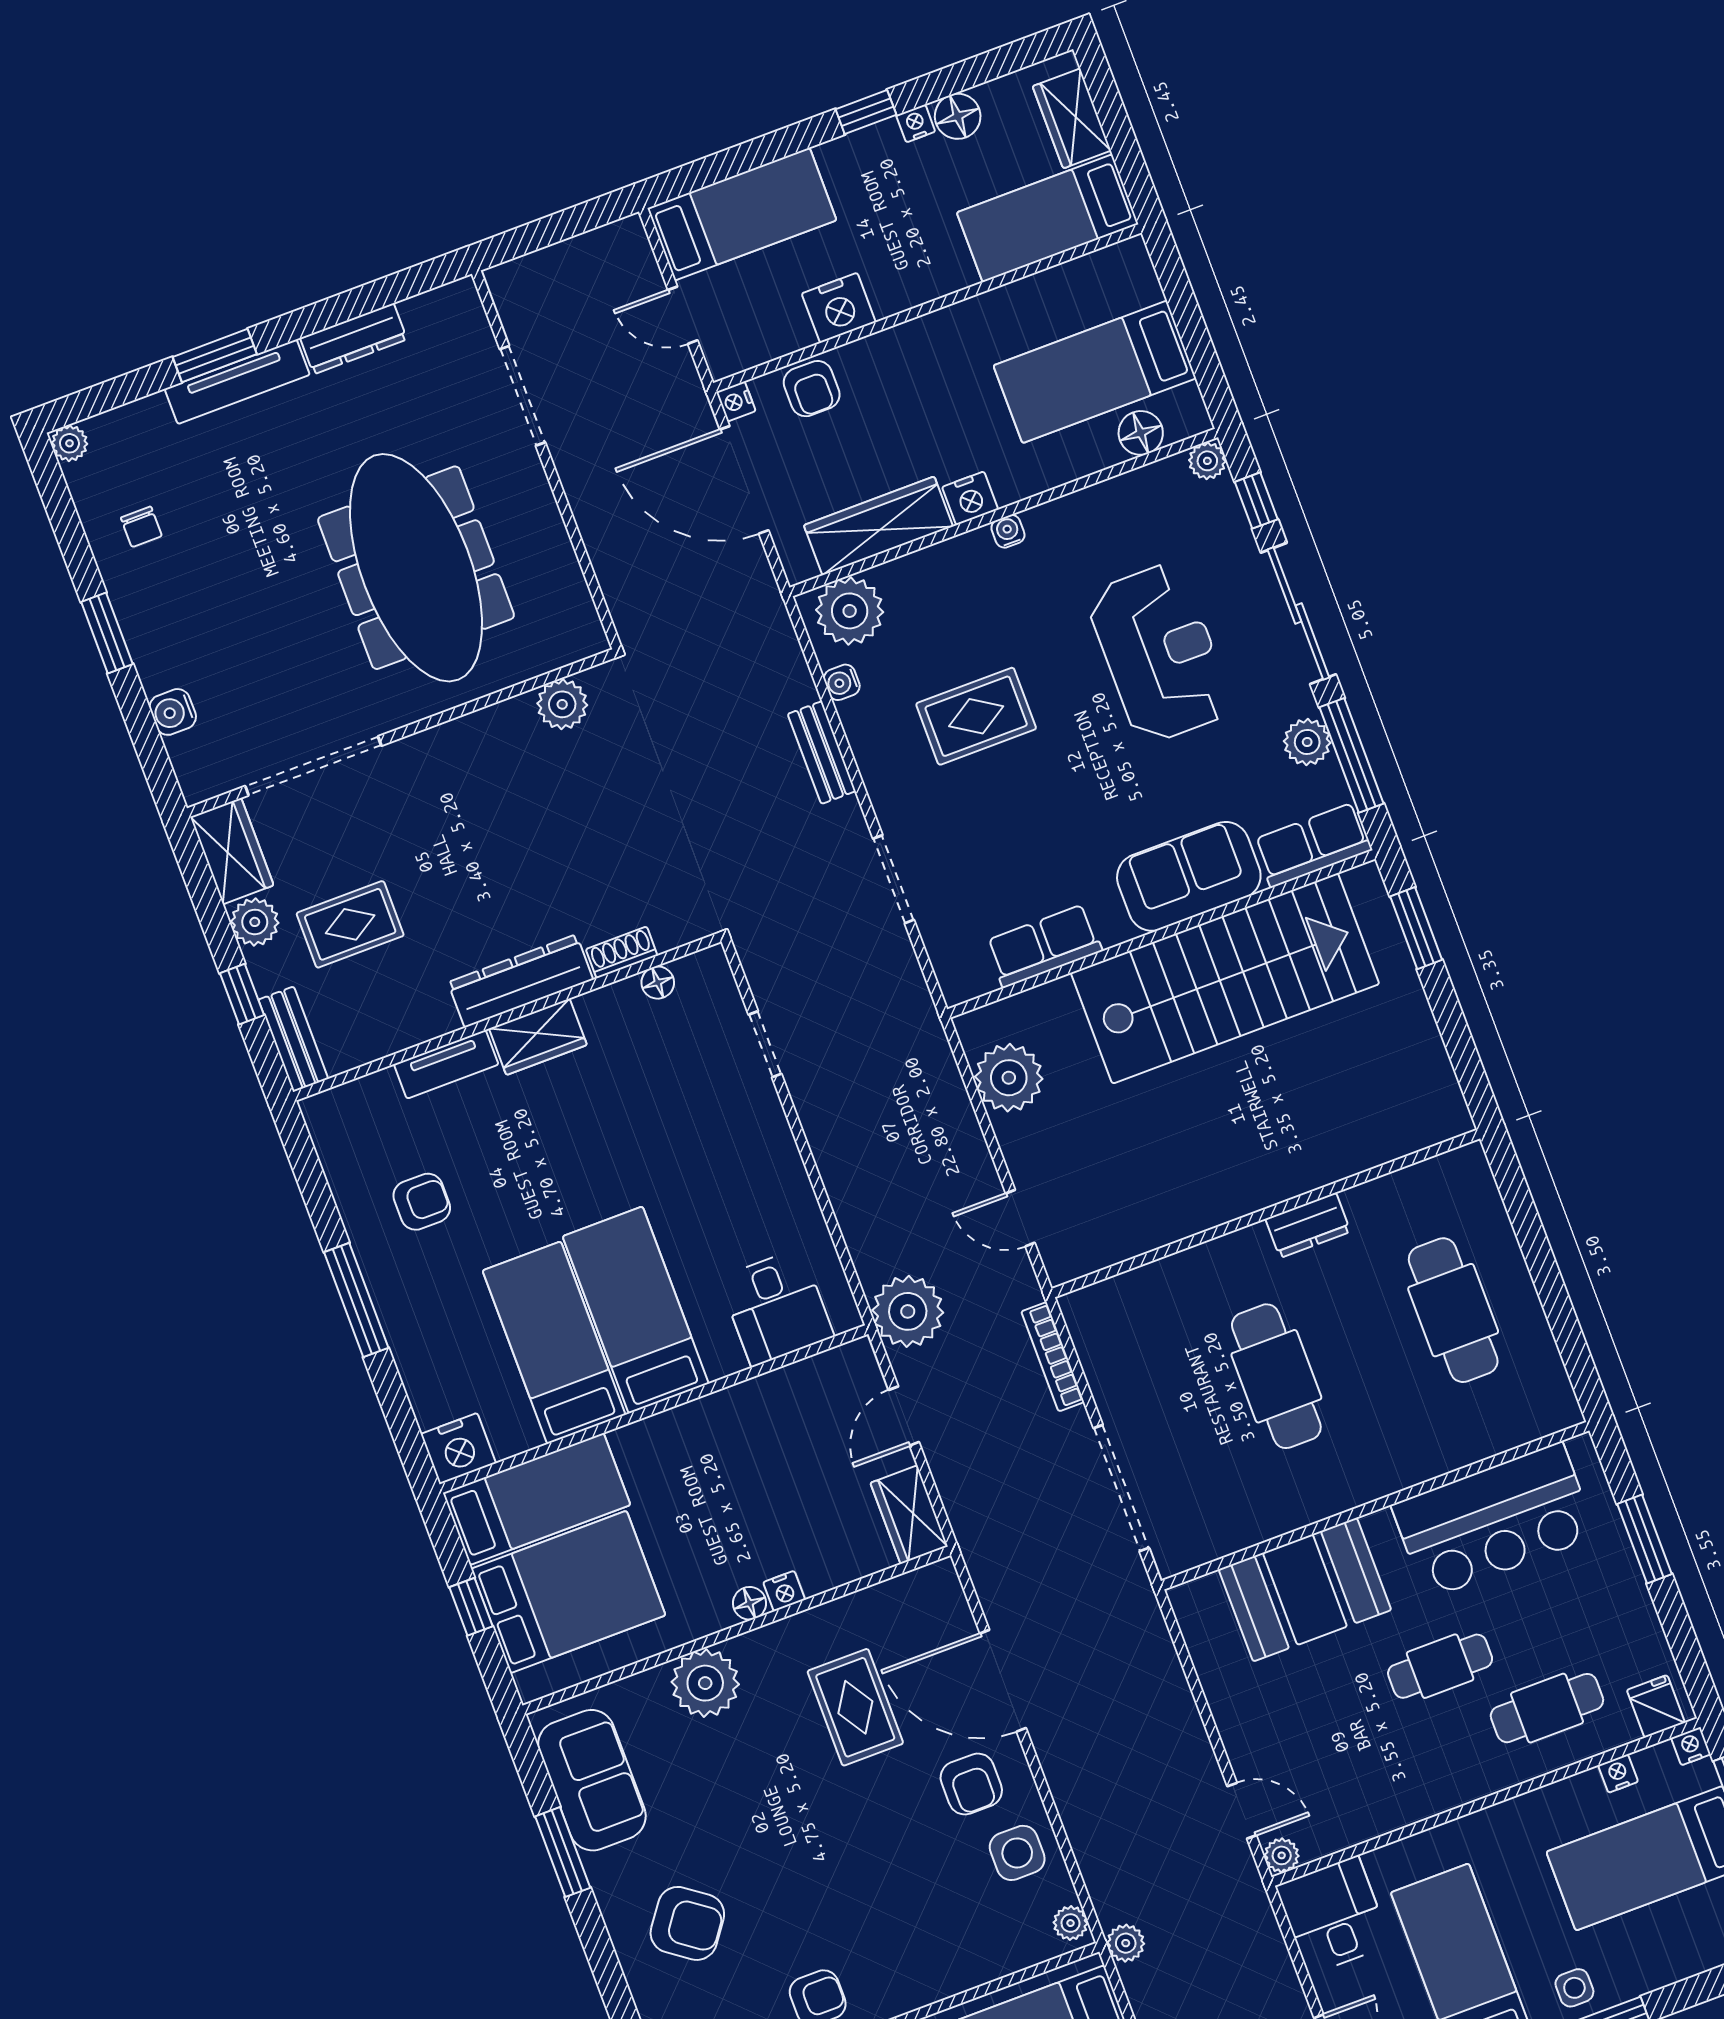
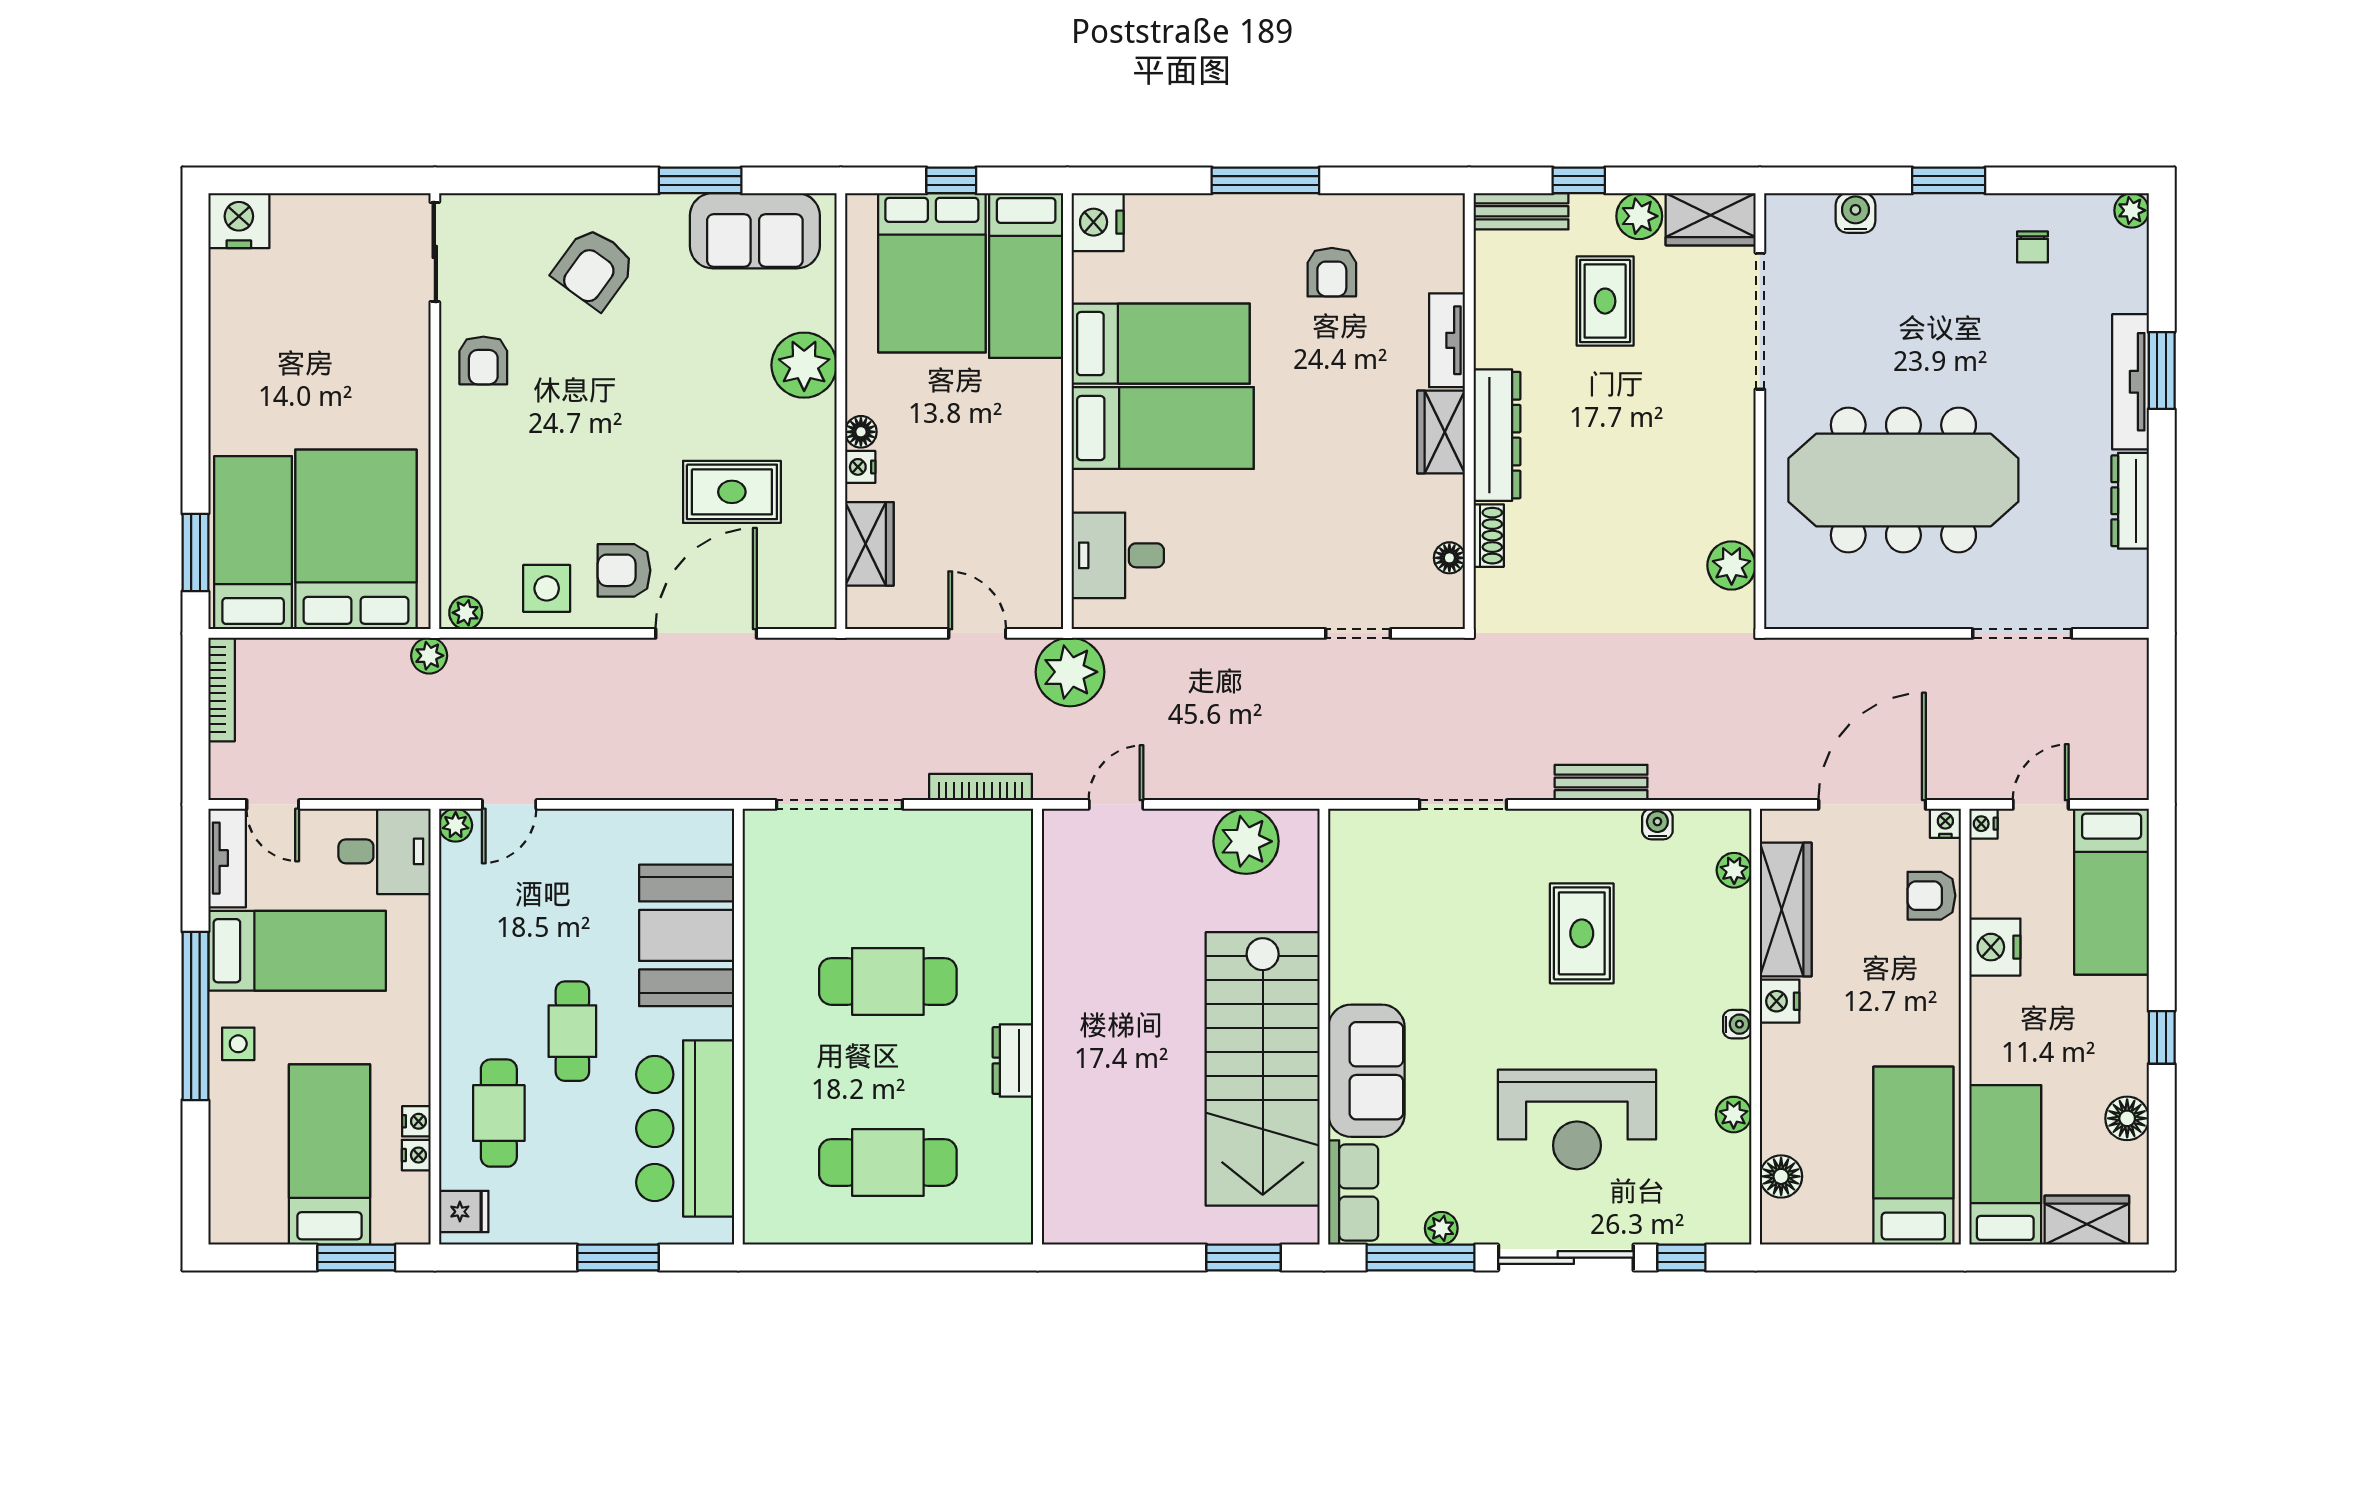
nightstand: (916, 123) -> (1983, 824), moved, turned 180
bed: (1095, 372) -> (1913, 1156), moved
plant: (1207, 461) -> (1734, 1115), moved
chair: (141, 527) -> (2032, 247), turned -90
plant: (850, 611) -> (1734, 870), width x0.53, depth x0.53
plant: (1307, 742) -> (1441, 1228), width x0.73, depth x0.73
row of seats: (1044, 946) -> (1353, 917), removed
wardrobe: (909, 1515) -> (869, 544), moved, turned 90
nightstand: (1691, 1746) -> (416, 1121), moved

